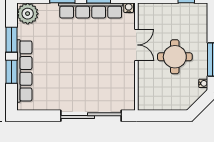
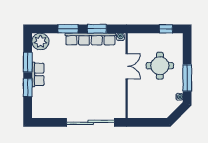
round table: (175, 57) -> (160, 66), moved
row of seats: (24, 71) -> (38, 74), width x0.50

